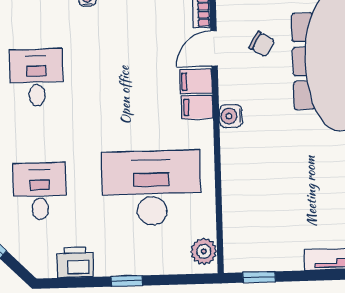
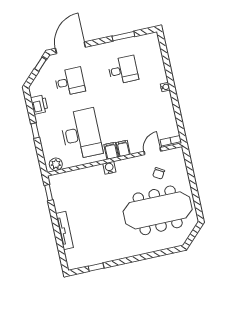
door: (214, 48) -> (152, 151), hinge flipped
filing cabinet: (196, 81) -> (111, 151), moved
water cooler: (231, 116) -> (109, 168), moved

